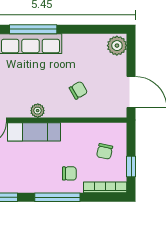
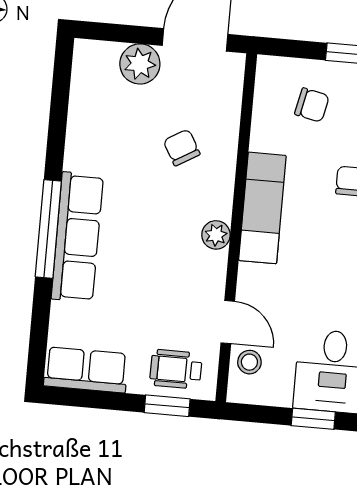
plant: (117, 46) -> (140, 64), moved
exam couch: (34, 132) -> (262, 208), moved

